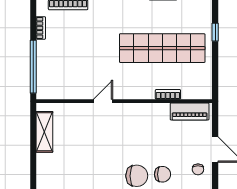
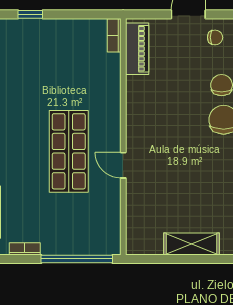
shop shelf: (162, 48) -> (69, 151), moved, width x0.71
bookcase: (168, 94) -> (114, 35), moved
shelving: (44, 132) -> (192, 244), moved

